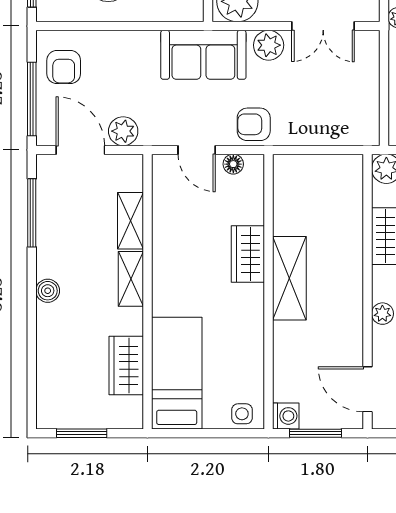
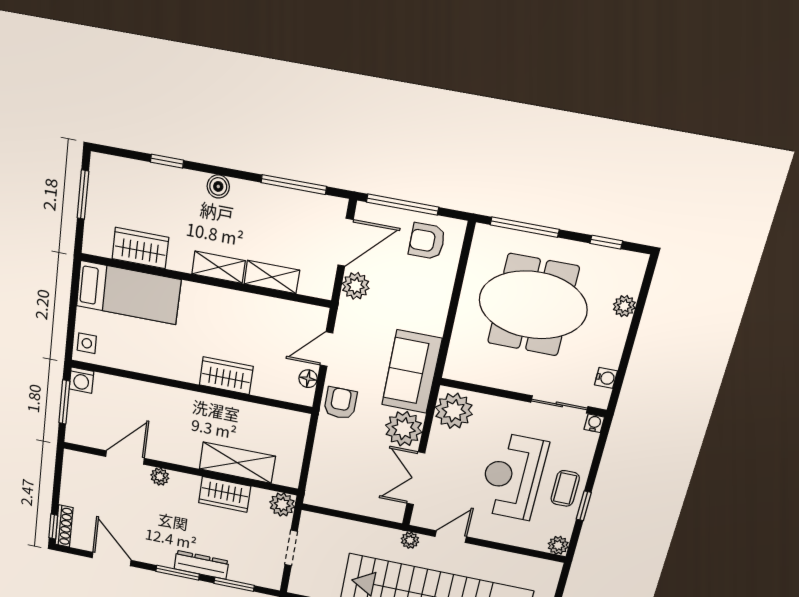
plant: (269, 45) -> (404, 429), width x1.36, depth x1.36
shelving: (289, 278) -> (237, 463), moved
window: (32, 348) -> (167, 161), added
door: (367, 389) -> (125, 457), moved

